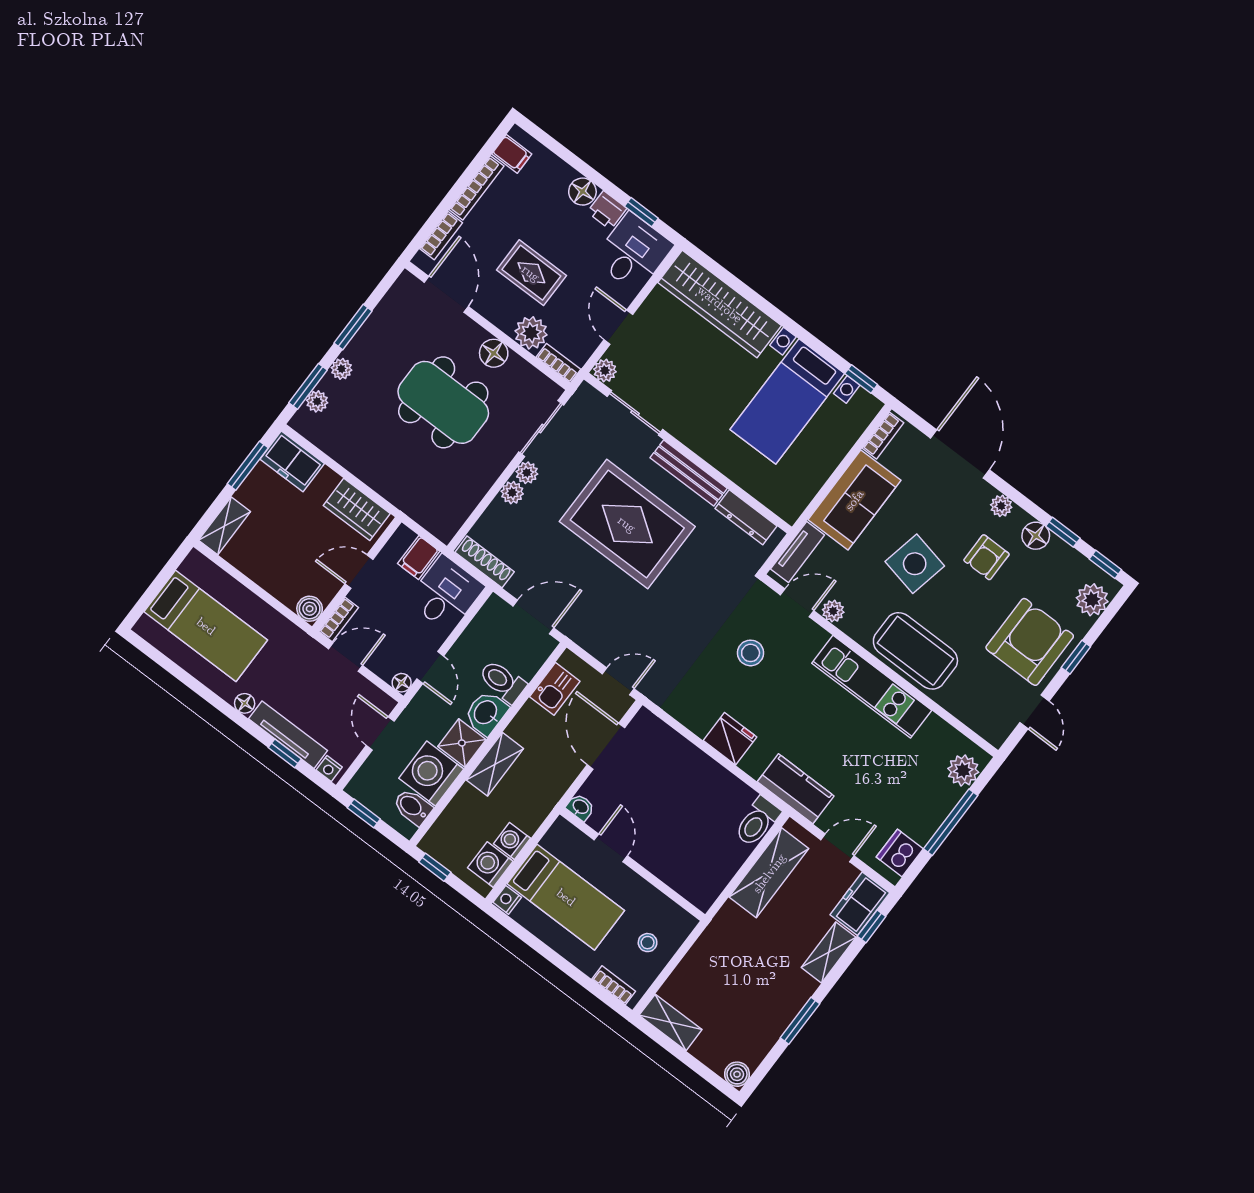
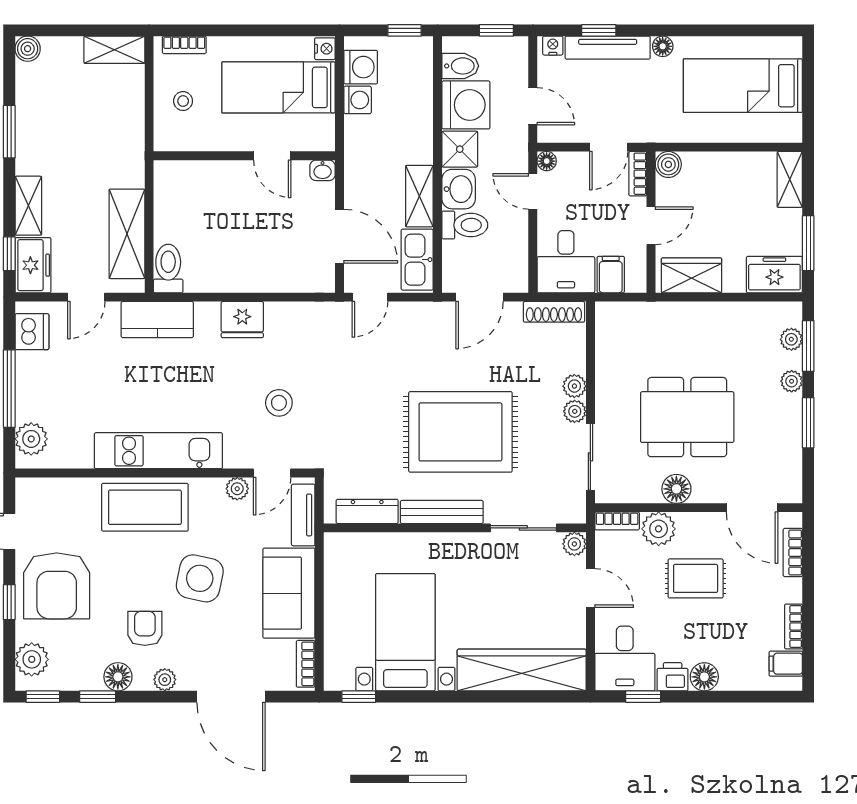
bookcase: (477, 188) -> (793, 626), width x0.64
kitchen sink: (555, 689) -> (417, 260), width x1.38
shelving: (495, 764) -> (419, 196), moved

